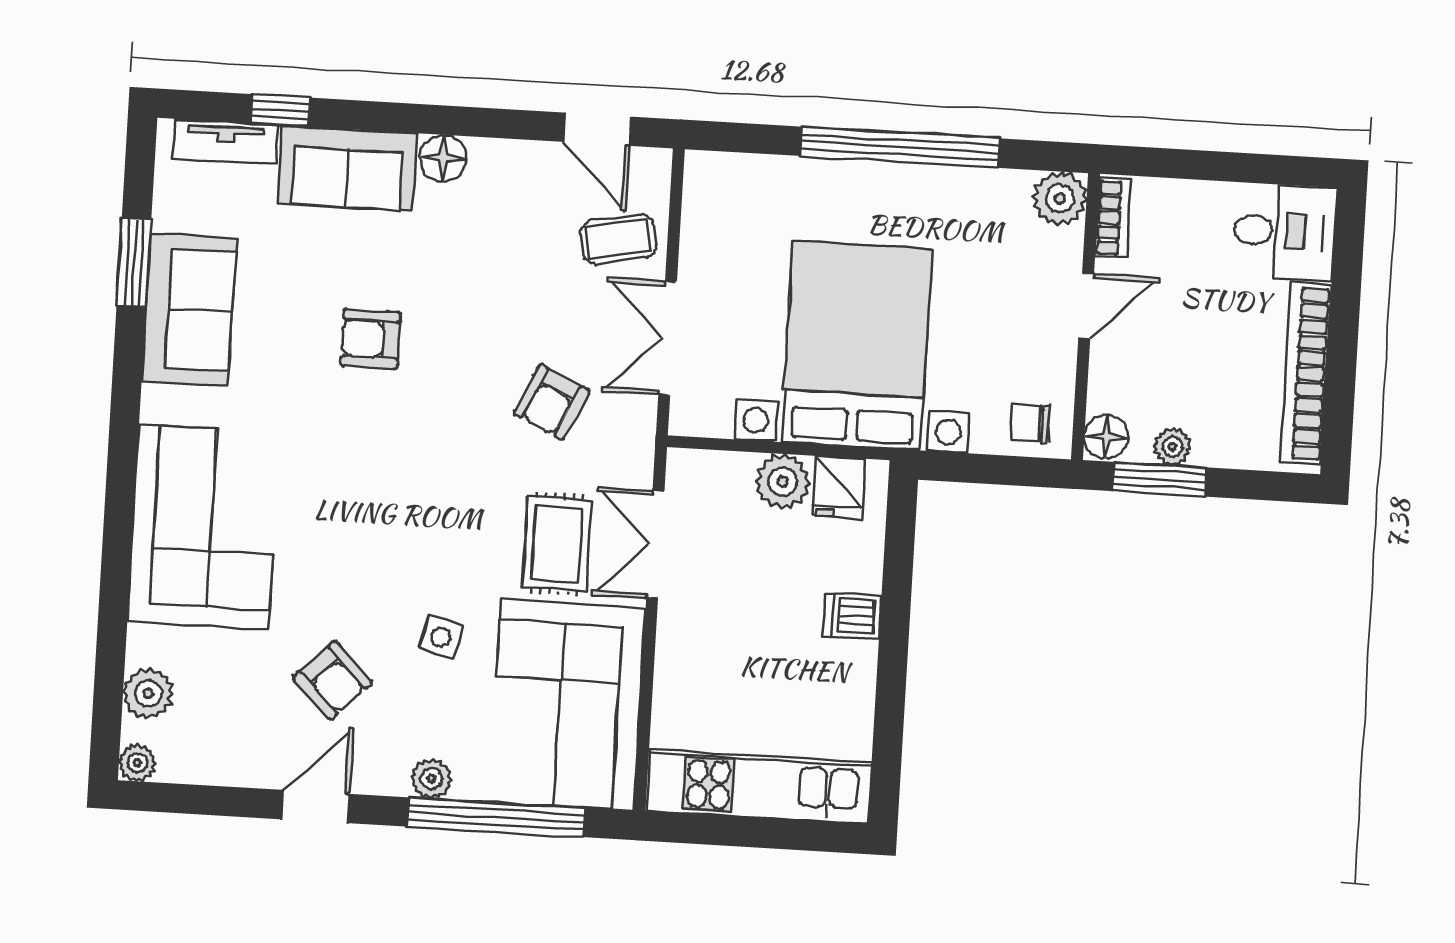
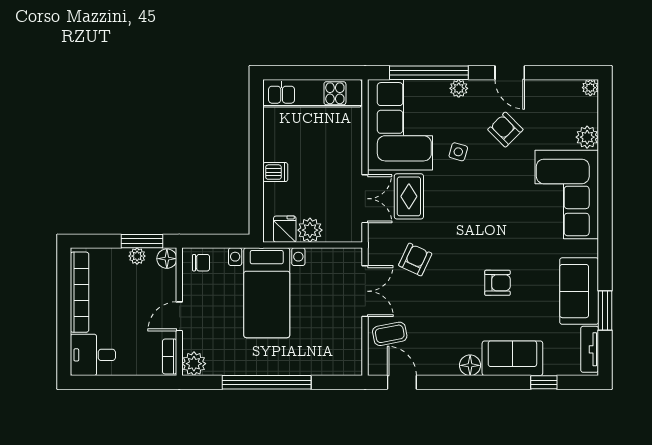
tv unit: (225, 142) -> (590, 349), moved, turned -90
bed with nightstands: (857, 346) -> (267, 293), width x0.73
plant: (148, 693) -> (587, 137), moved
door: (315, 807) -> (510, 73), hinge flipped

